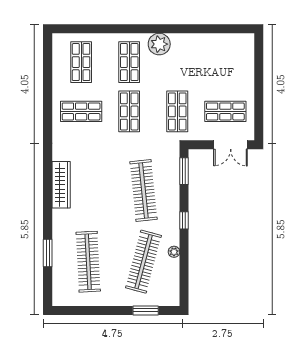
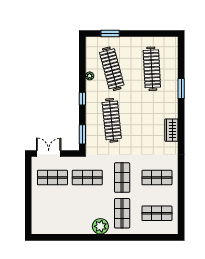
shop shelf: (81, 62) -> (157, 213), turned 90
shop shelf: (177, 111) -> (87, 178), turned 90
wardrobe: (61, 185) -> (171, 130), width x0.67
window: (48, 253) -> (181, 88), moved
clothes rail: (144, 262) -> (112, 69), turned -30

